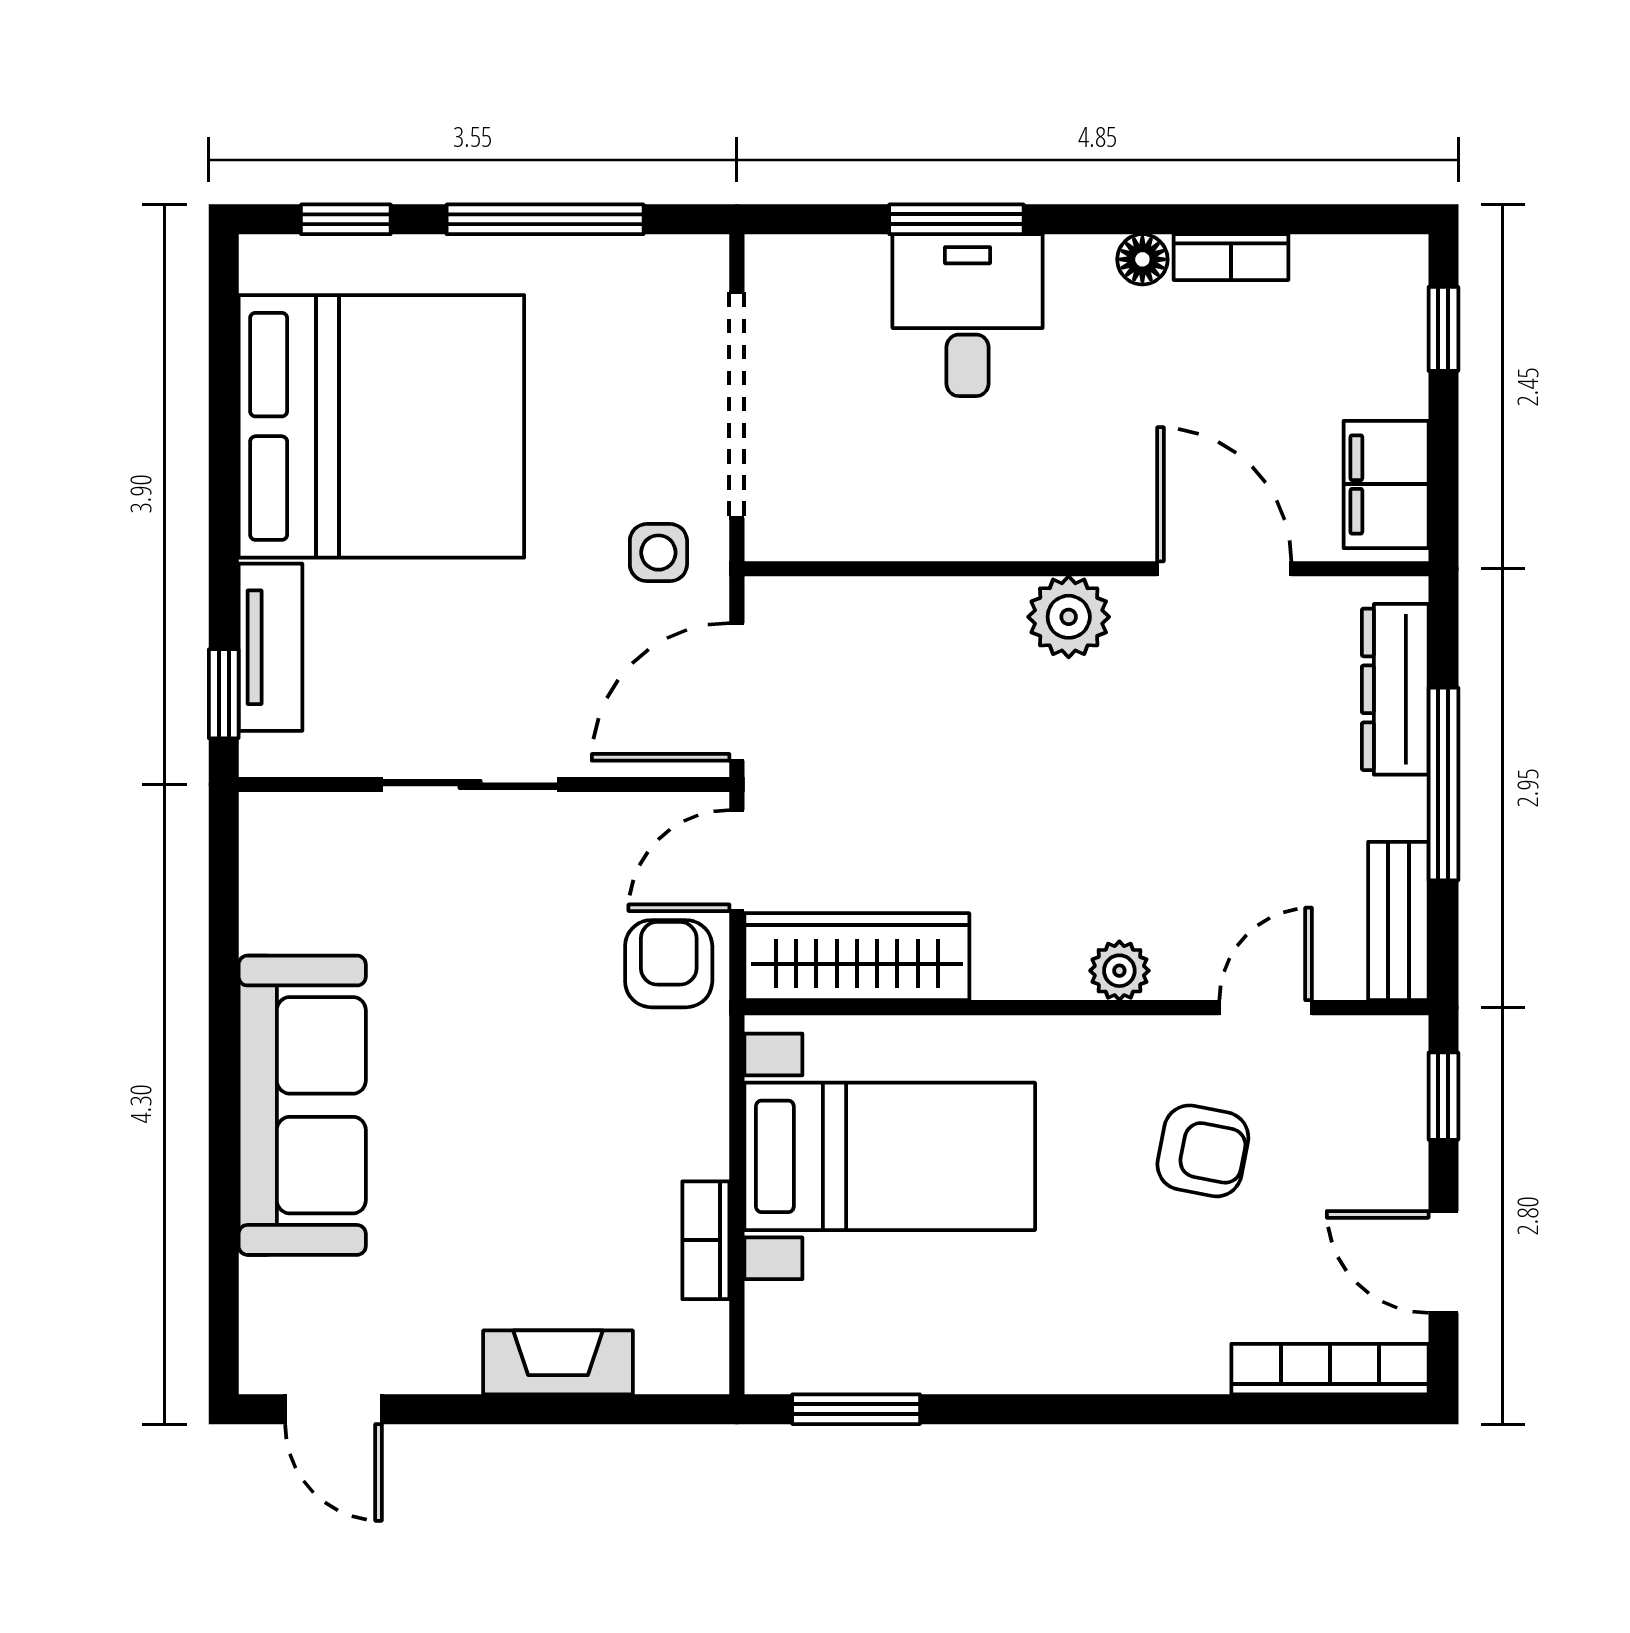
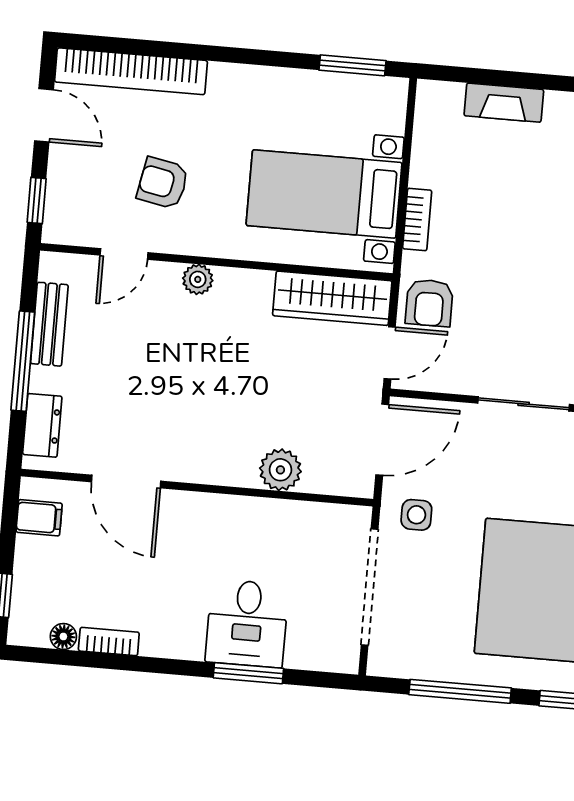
floor lamp: (1142, 259) -> (63, 637), moved
filing cabinet: (1386, 484) -> (39, 518), width x0.50
plant: (1069, 617) -> (280, 470), moved
dresser: (1395, 689) -> (42, 425), width x0.70
bench: (1398, 921) -> (49, 324), moved
bookcase: (706, 1240) -> (417, 220), moved
bookcase: (1330, 1369) -> (131, 71), width x1.48, depth x1.31

